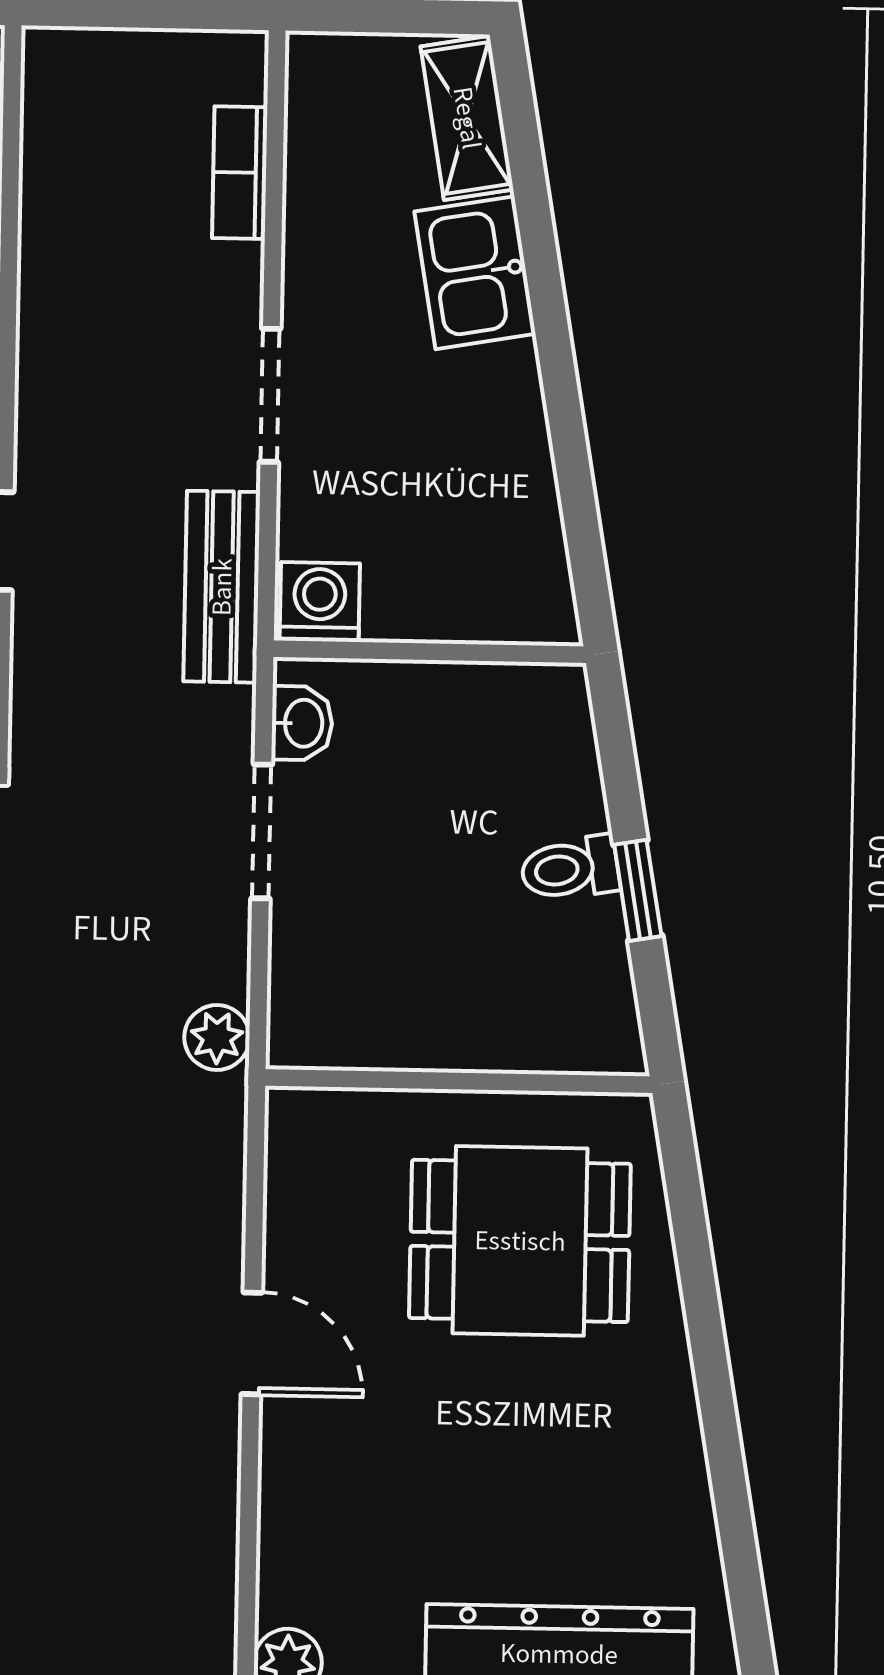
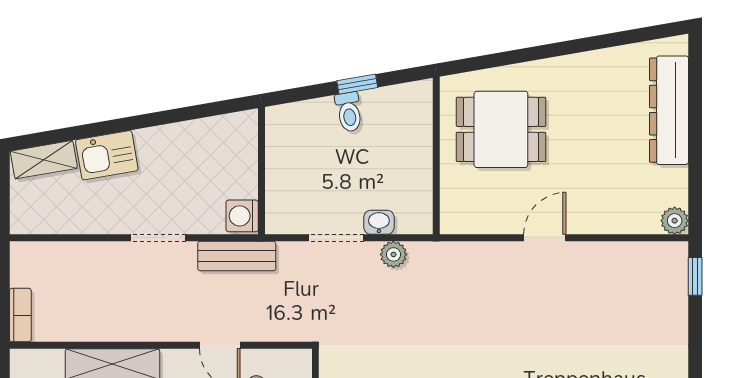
bookcase: (240, 173) -> (20, 315), moved, turned -90
washbasin: (302, 723) -> (379, 222), moved
plant: (217, 1038) -> (393, 254), moved
dining table: (520, 1241) -> (501, 129), turned 90

